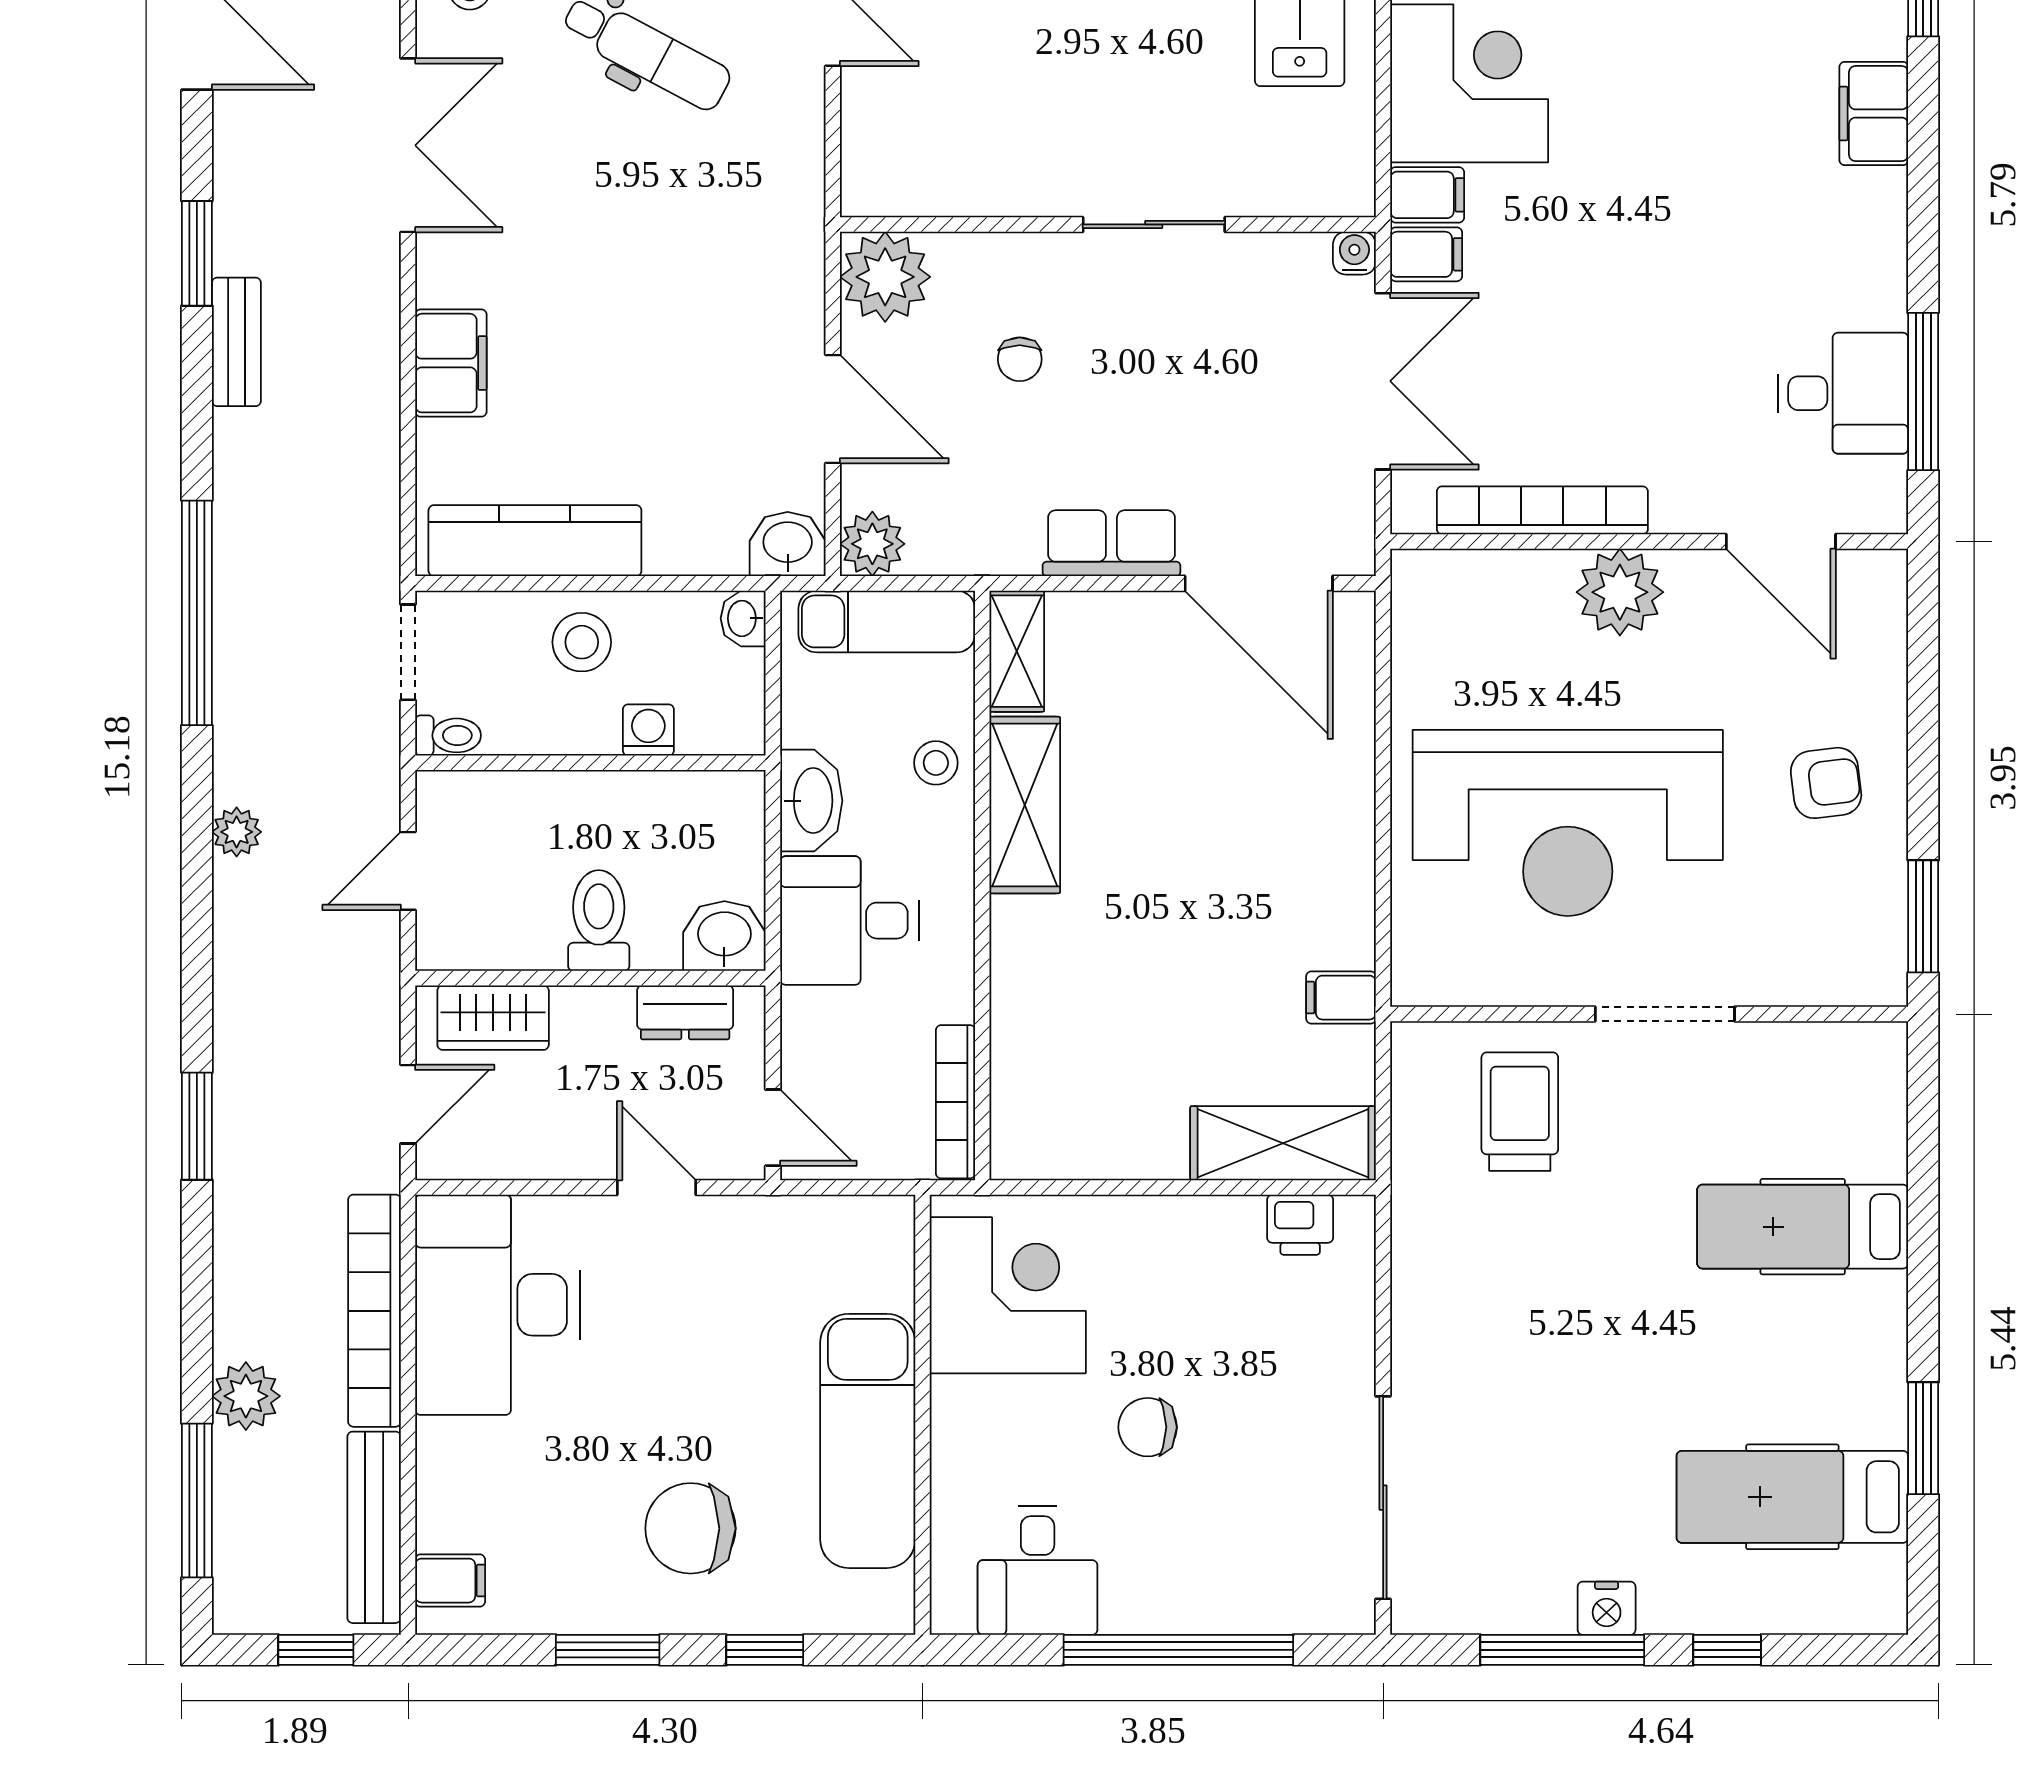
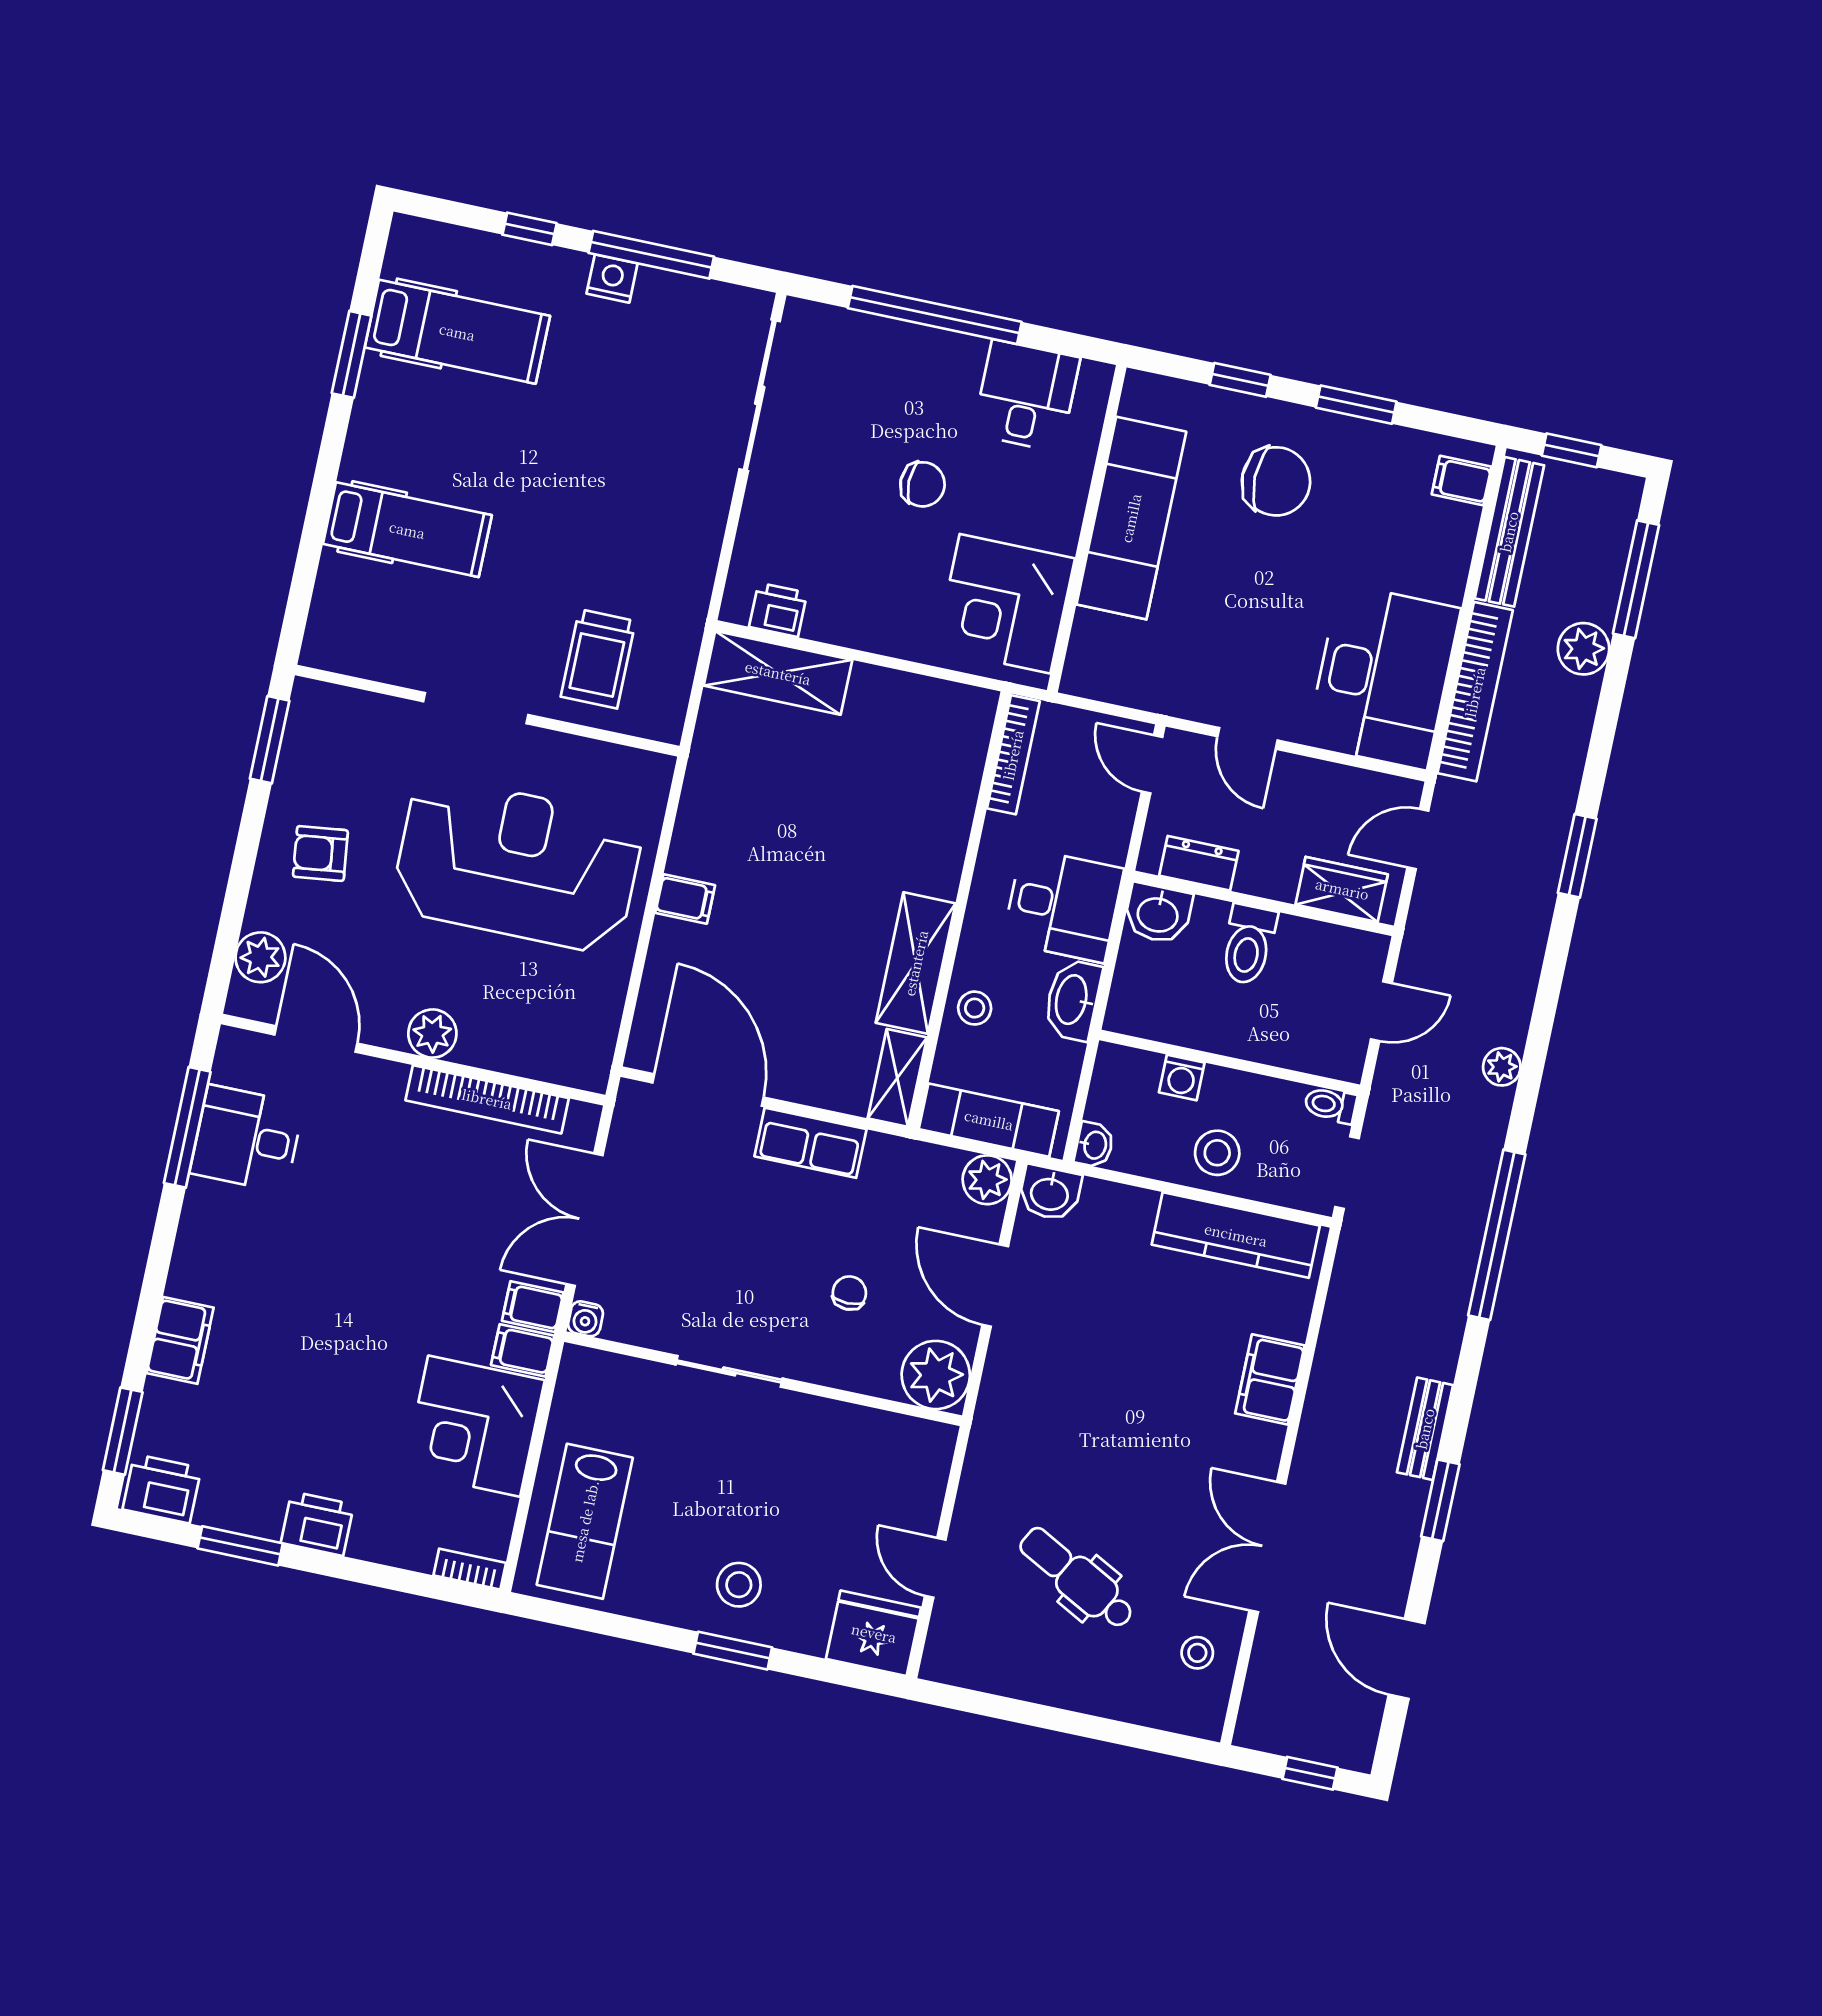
plant: (1620, 592) -> (432, 1034), width x0.73, depth x0.73
plant: (1875, 632) -> (260, 957), added
filing cabinet: (1341, 998) -> (685, 899), moved

